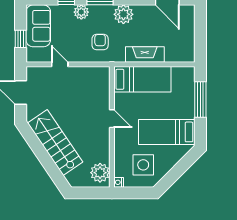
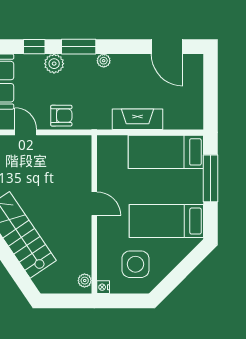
plant: (123, 14) -> (104, 61), width x0.53, depth x0.53
armchair: (100, 42) -> (61, 116), moved, turned 90
bed: (142, 79) -> (166, 152), moved, turned 180
plant: (100, 173) -> (85, 281), width x0.53, depth x0.53

